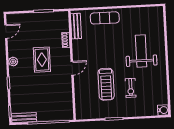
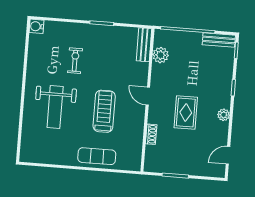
bench: (76, 26) -> (144, 45), moved
door: (72, 68) -> (148, 96), hinge flipped
treadmill: (106, 84) -> (104, 111), moved
plant: (67, 101) -> (161, 55), added

